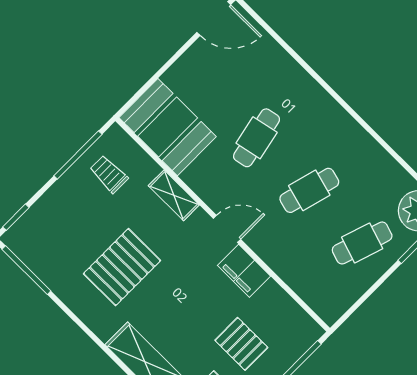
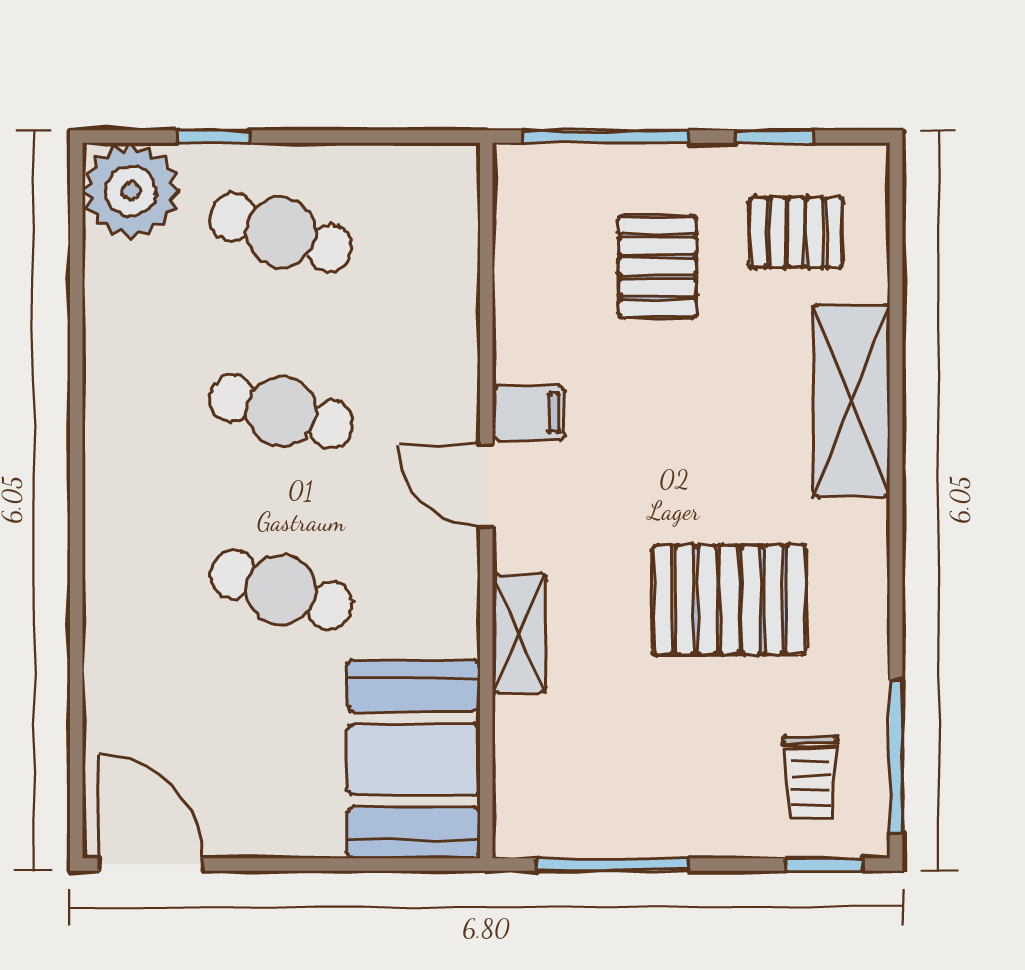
cafe table: (257, 138) -> (281, 590), turned 30
trolley: (109, 174) -> (810, 777), moved
filing cabinet: (244, 271) -> (529, 413), width x0.50

